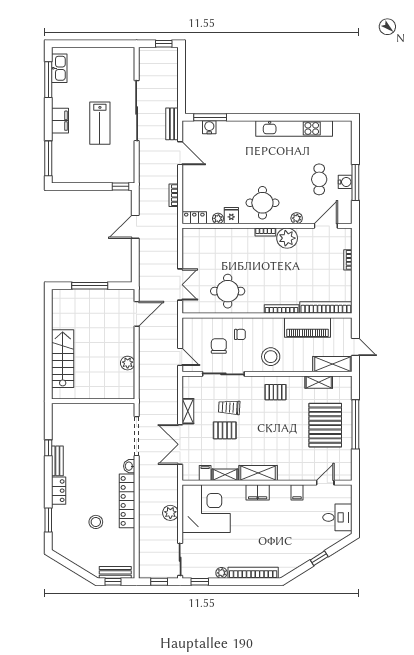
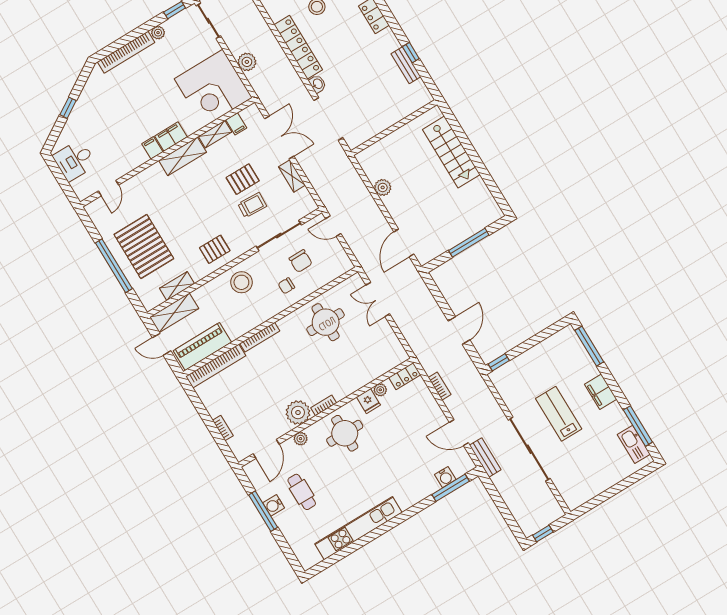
piano: (308, 328) -> (202, 347), moved
bench: (57, 461) -> (406, 65), moved
filing cabinet: (297, 492) -> (152, 148), moved

